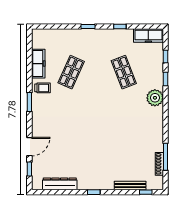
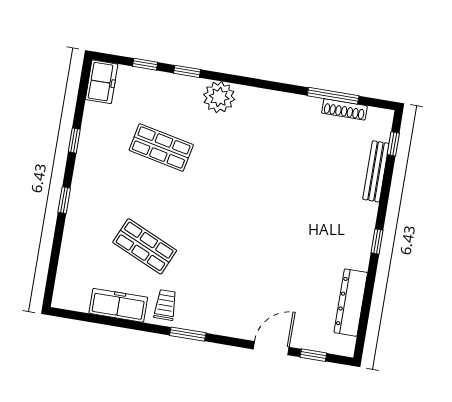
freezer: (148, 36) -> (102, 82), width x0.71
shop shelf: (124, 72) -> (161, 148), turned 33
door: (29, 147) -> (271, 348), hinge flipped

